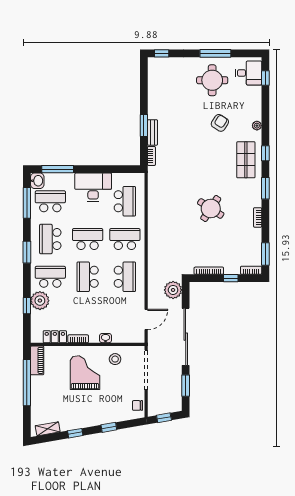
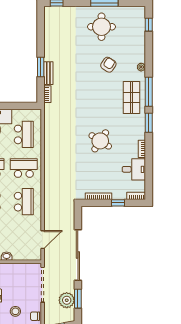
desk: (249, 73) -> (134, 169), moved
window: (265, 153) -> (149, 92), width x2.17
window: (265, 254) -> (149, 181), removed
plant: (173, 290) -> (67, 300), moved
stool: (115, 359) -> (15, 311), moved

